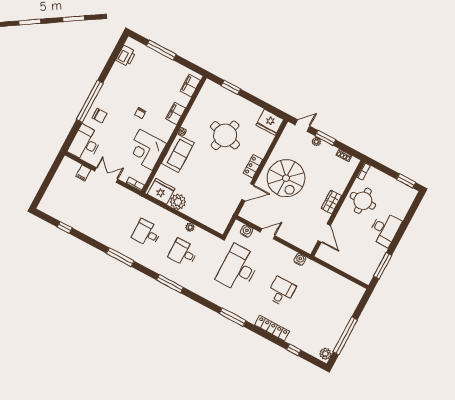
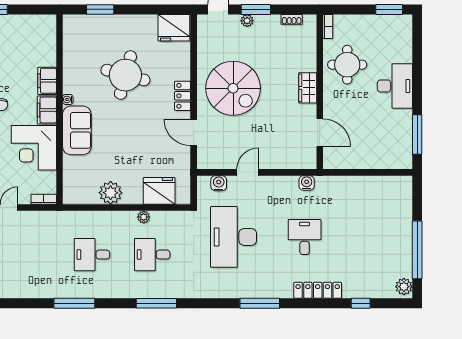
filing cabinet: (190, 86) -> (47, 110), moved
fridge: (161, 191) -> (159, 191), moved
door: (248, 192) -> (194, 133), swing flipped

